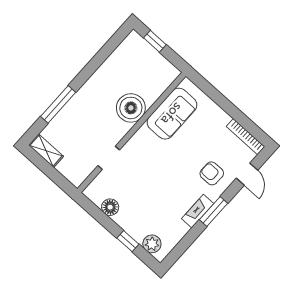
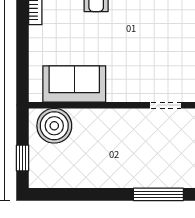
boiler: (131, 108) -> (54, 126), moved

